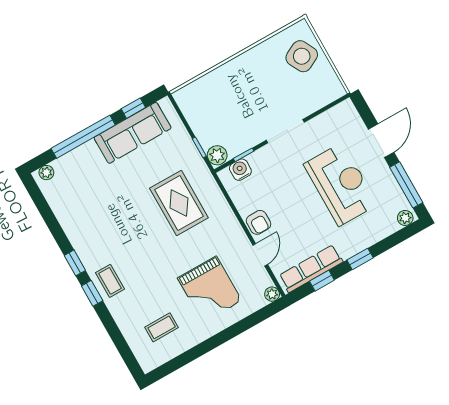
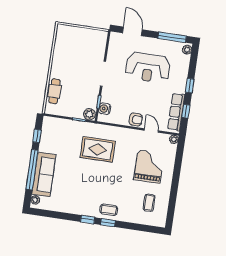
side table: (302, 56) -> (74, 39), removed
cafe table: (211, 85) -> (55, 91), added
sofa: (133, 133) -> (44, 174), moved
door: (381, 141) -> (132, 31), moved
reception desk: (341, 184) -> (148, 68), turned 180
grand piano: (210, 289) -> (149, 167), turned -90

